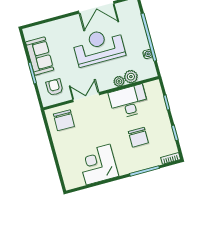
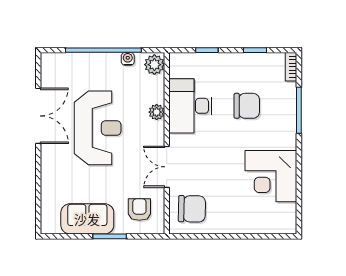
reception desk: (99, 47) -> (98, 128), turned 180
plant: (131, 77) -> (154, 65), moved
armchair: (54, 87) -> (139, 210), turned 90

